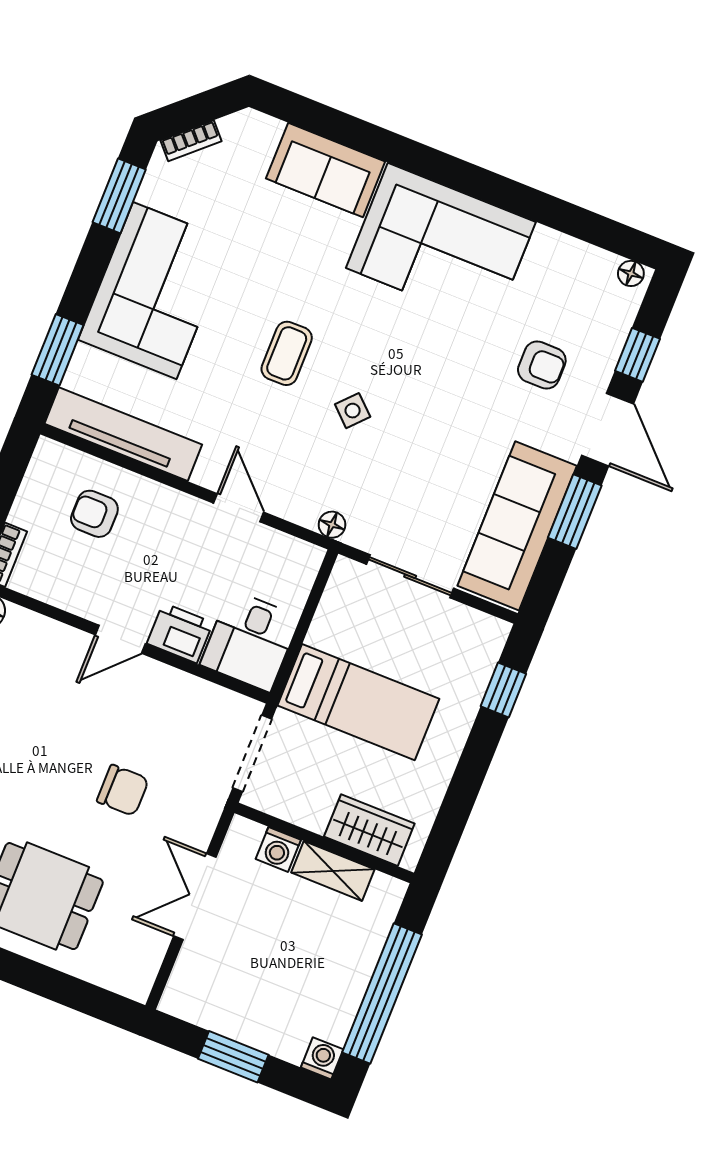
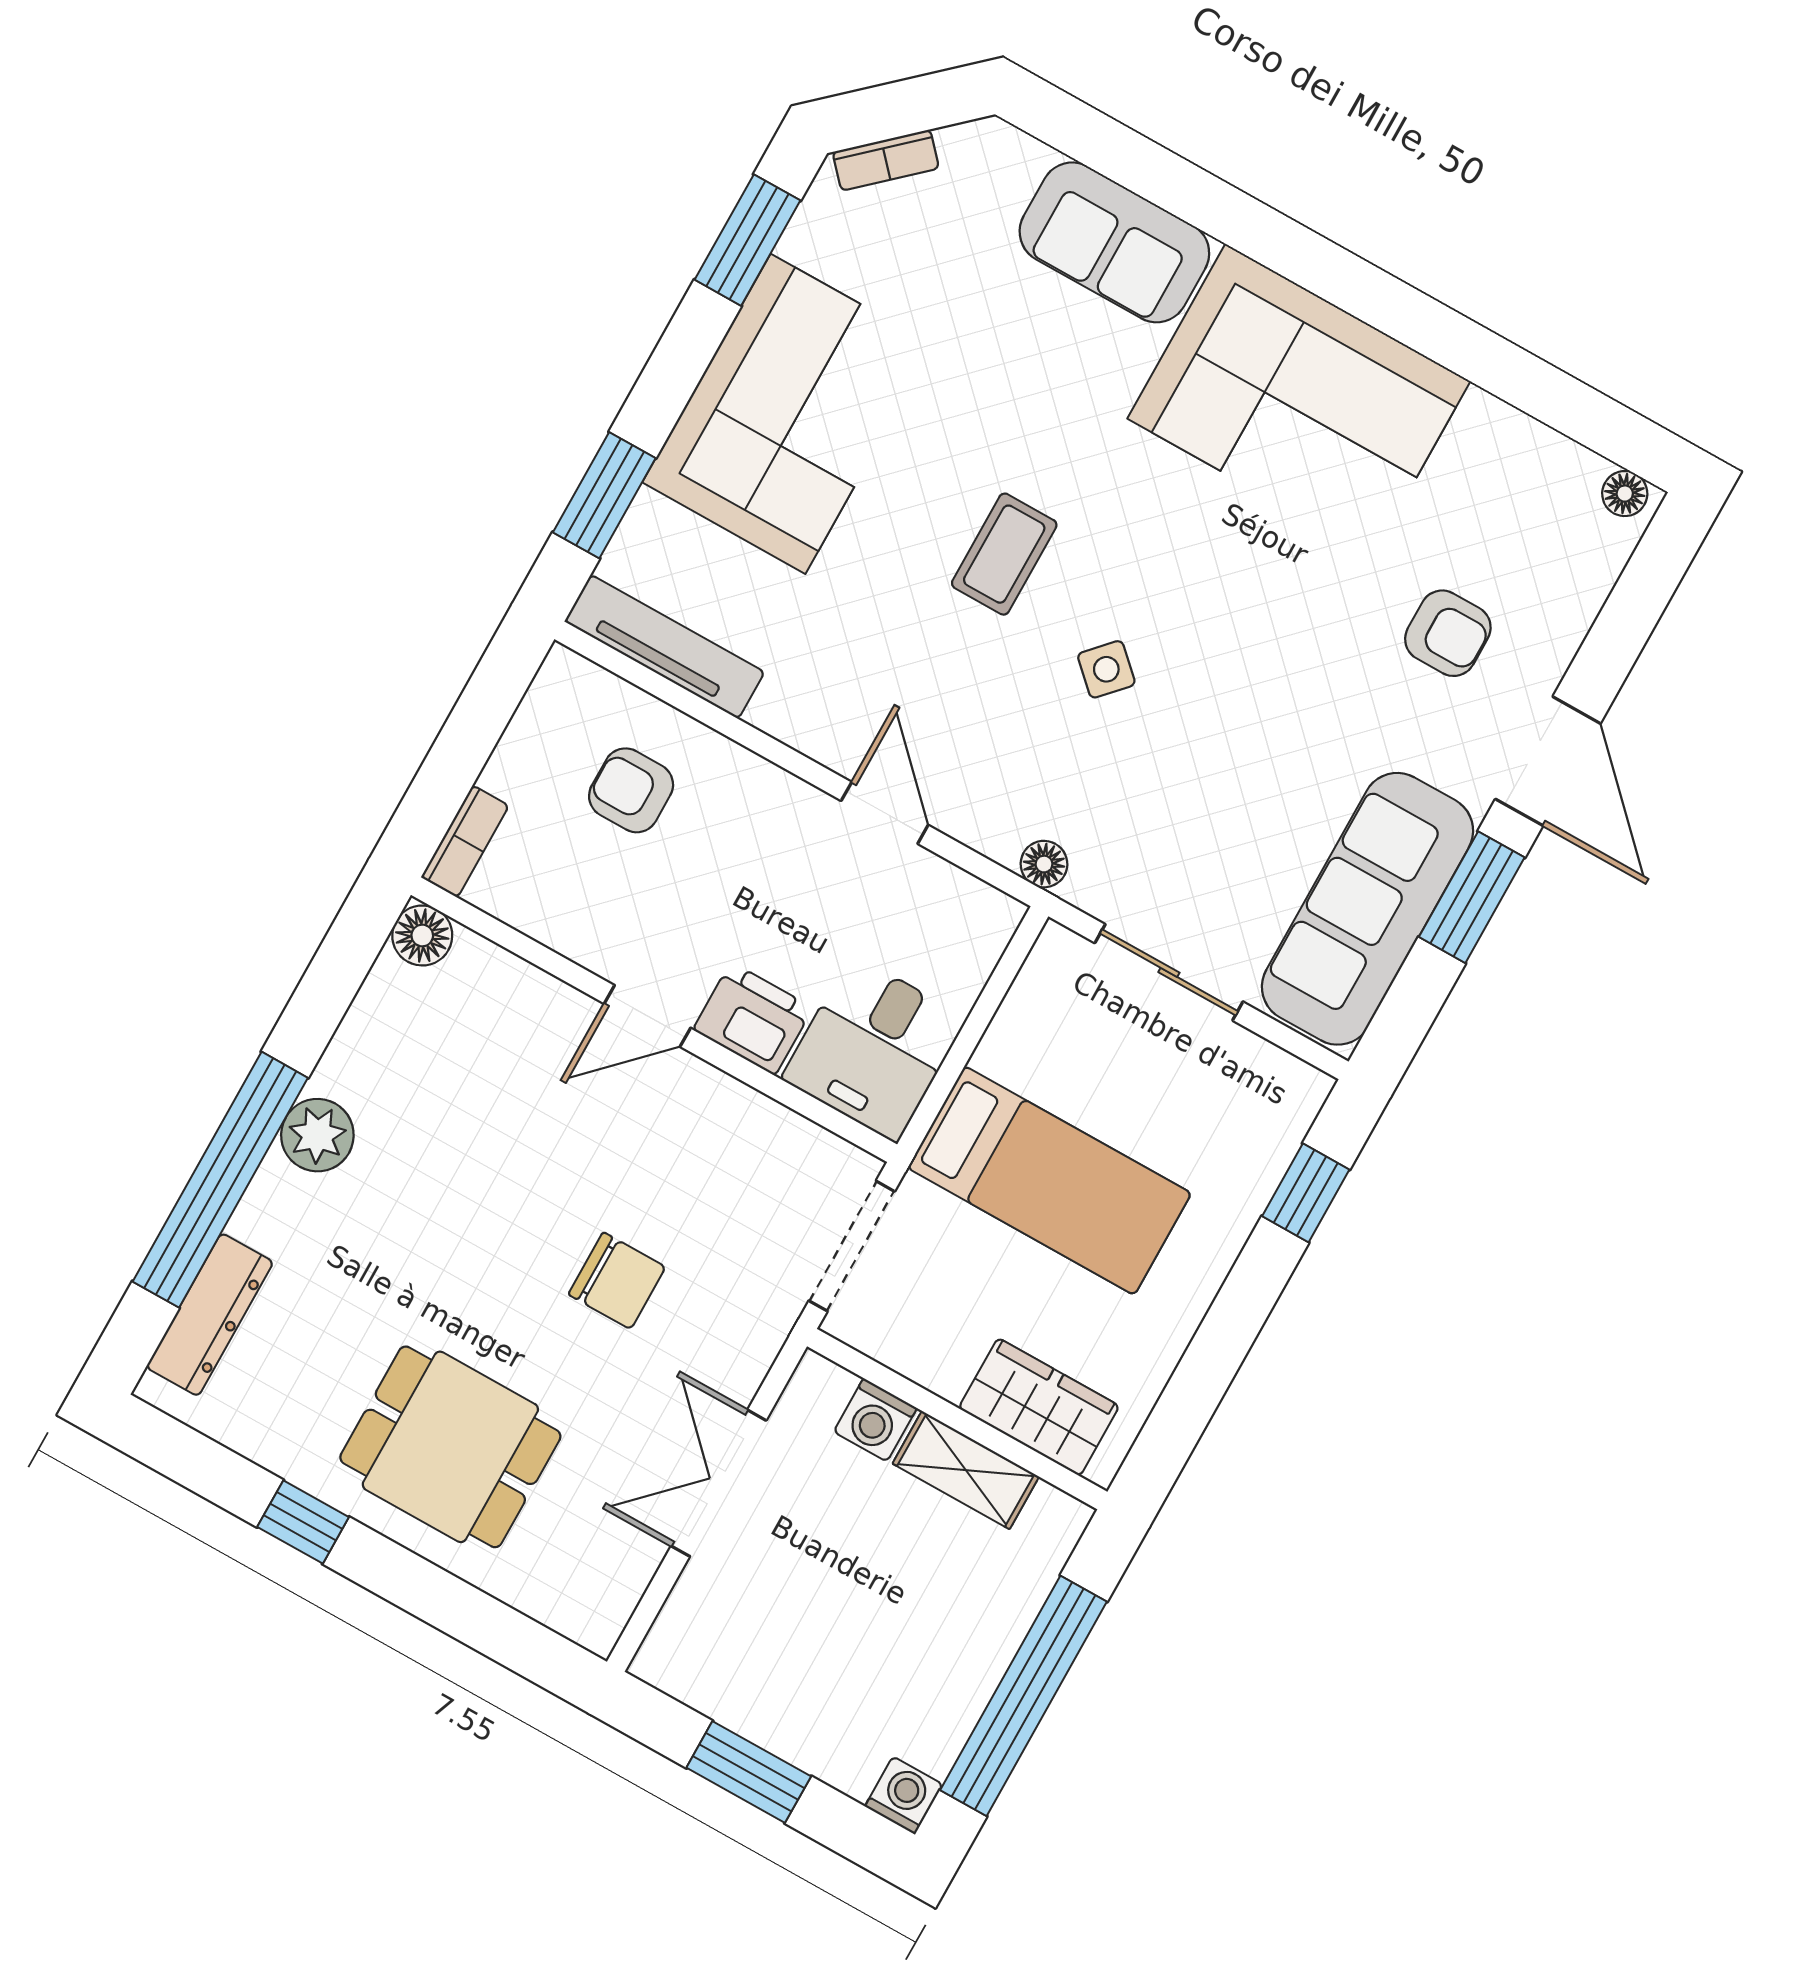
window: (637, 355) -> (1617, 637), removed
tv unit: (123, 434) -> (664, 647), width x0.73, depth x0.78

